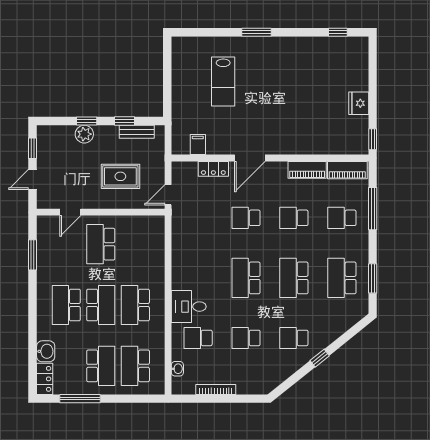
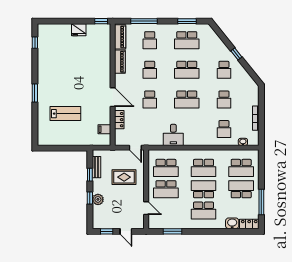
rug: (120, 176) -> (124, 177), turned 90
school desk: (135, 244) -> (166, 168), added
desk: (189, 307) -> (173, 135), moved

